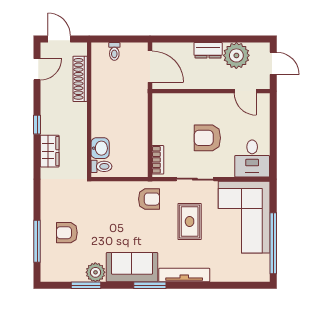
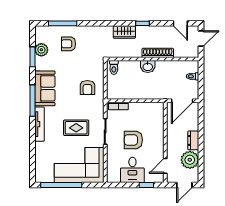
shoe rack: (80, 79) -> (158, 53), moved
window: (273, 119) -> (146, 185), added
armchair: (207, 138) -> (133, 140), turned -90
washbasin: (100, 148) -> (148, 67), moved
desk: (252, 158) -> (132, 170), moved, turned -90
armchair: (149, 199) -> (87, 88), moved
armchair: (67, 233) -> (69, 44), turned -90
plant: (95, 272) -> (41, 50), moved
window: (150, 285) -> (32, 101), width x1.44

